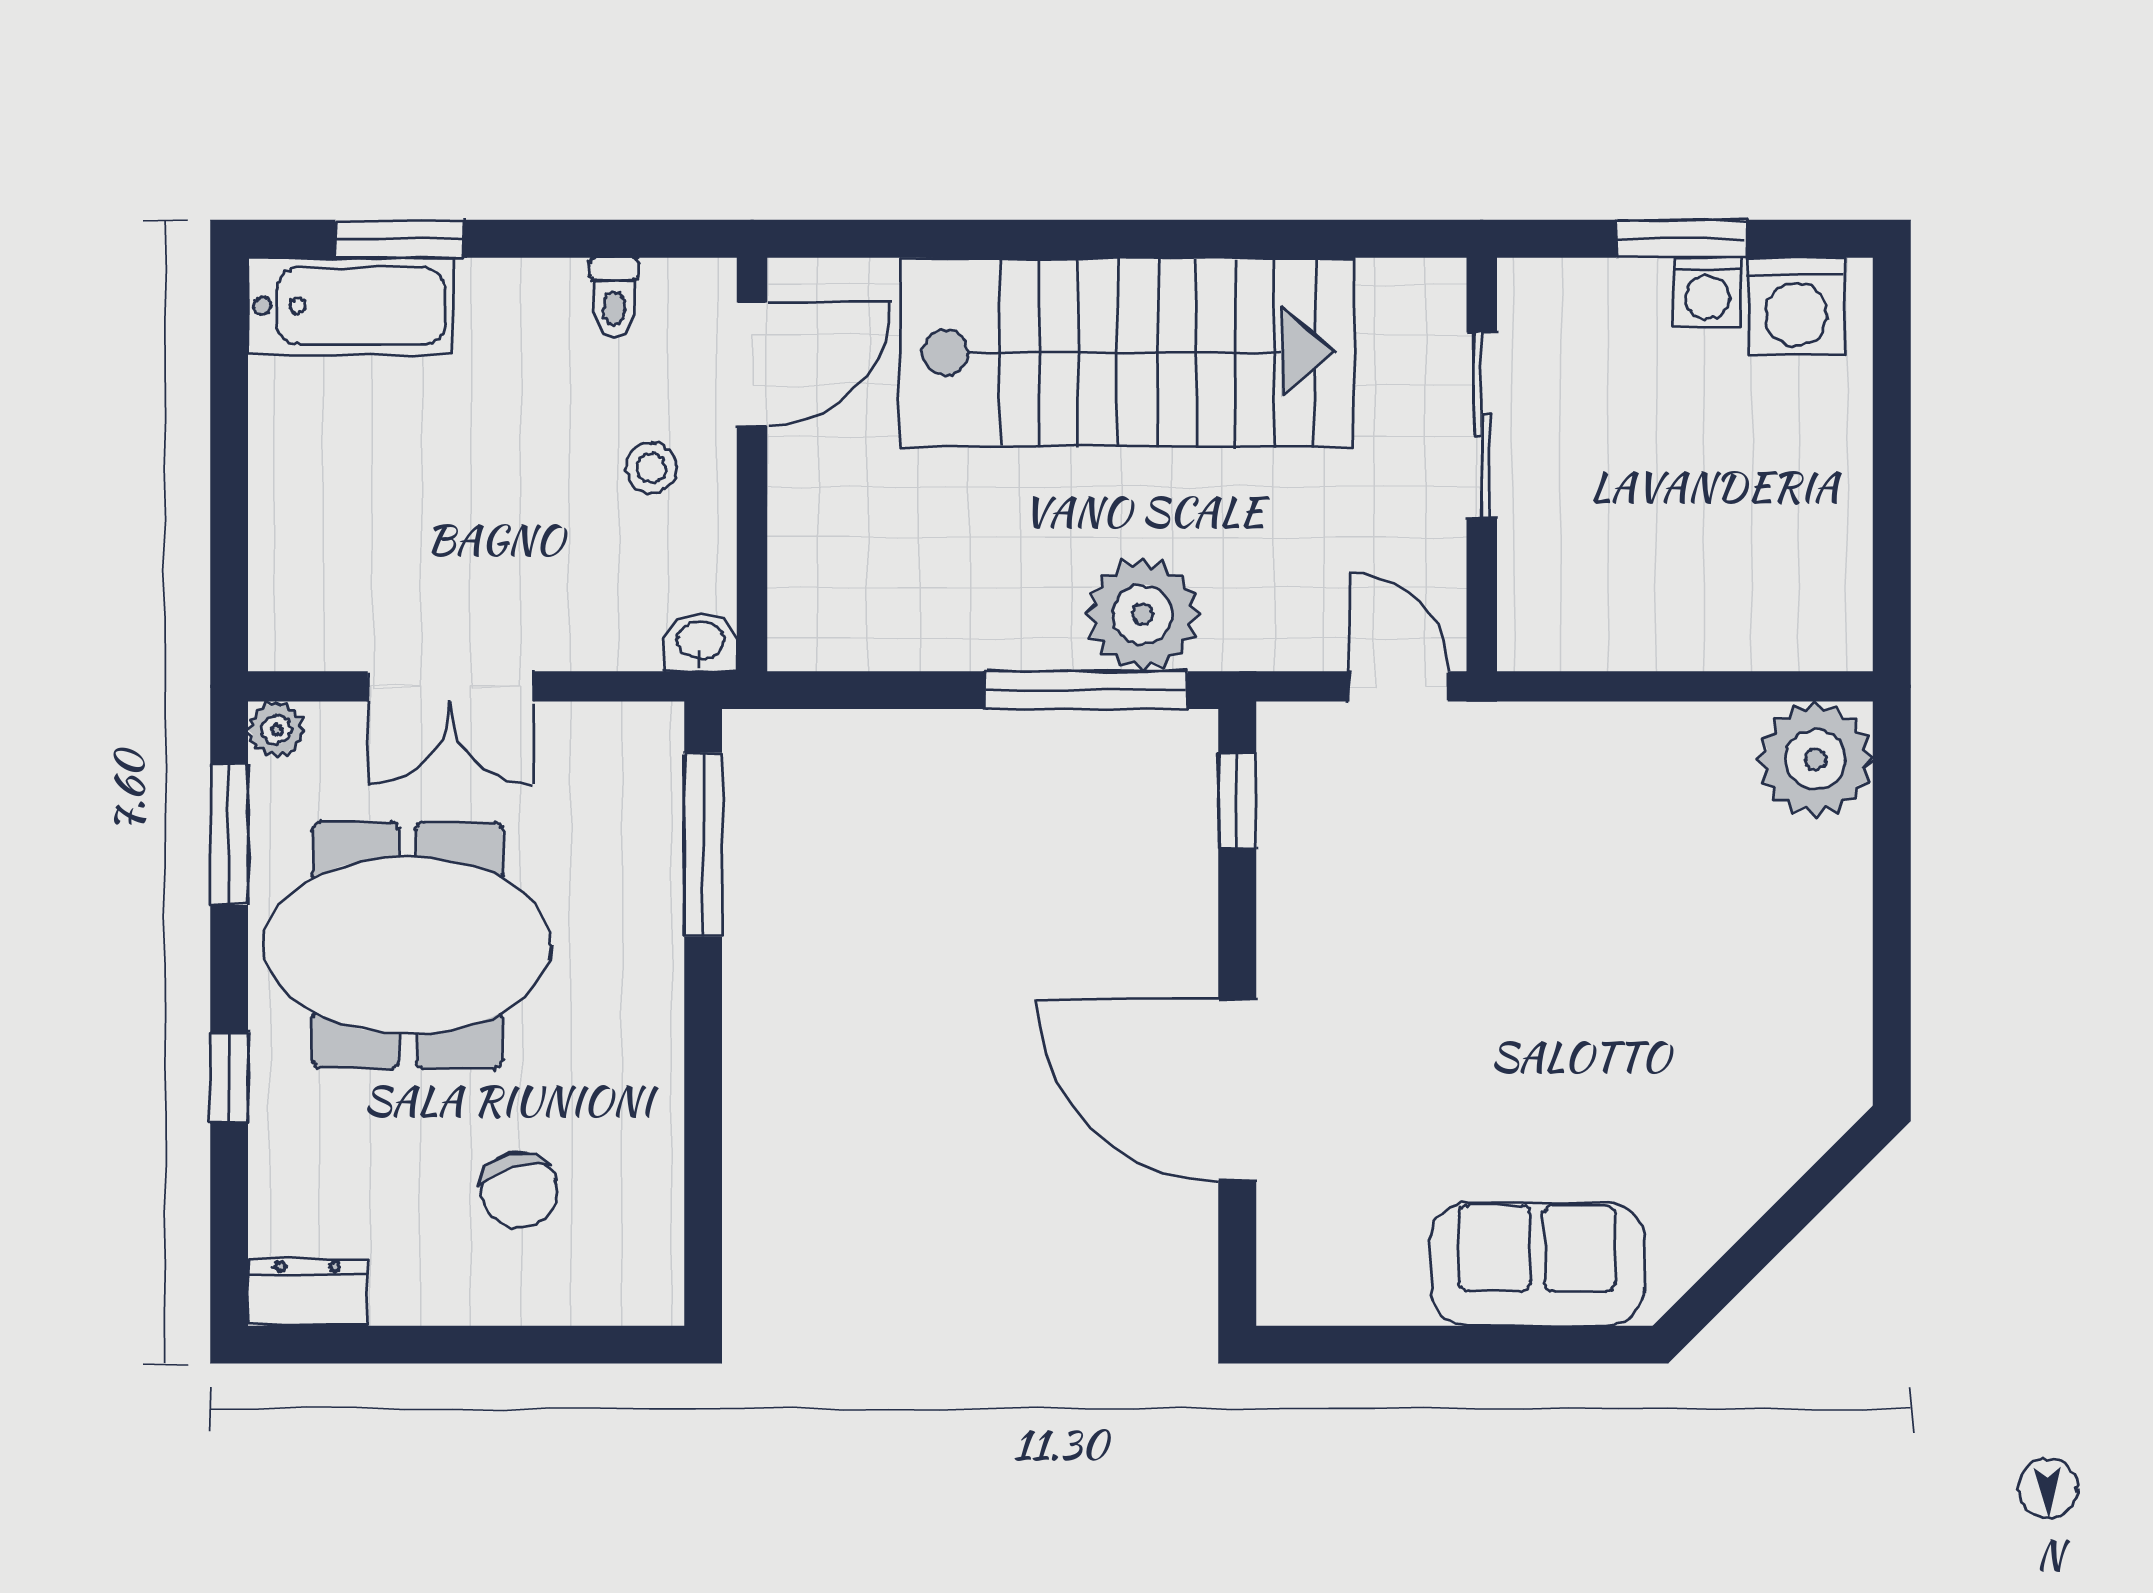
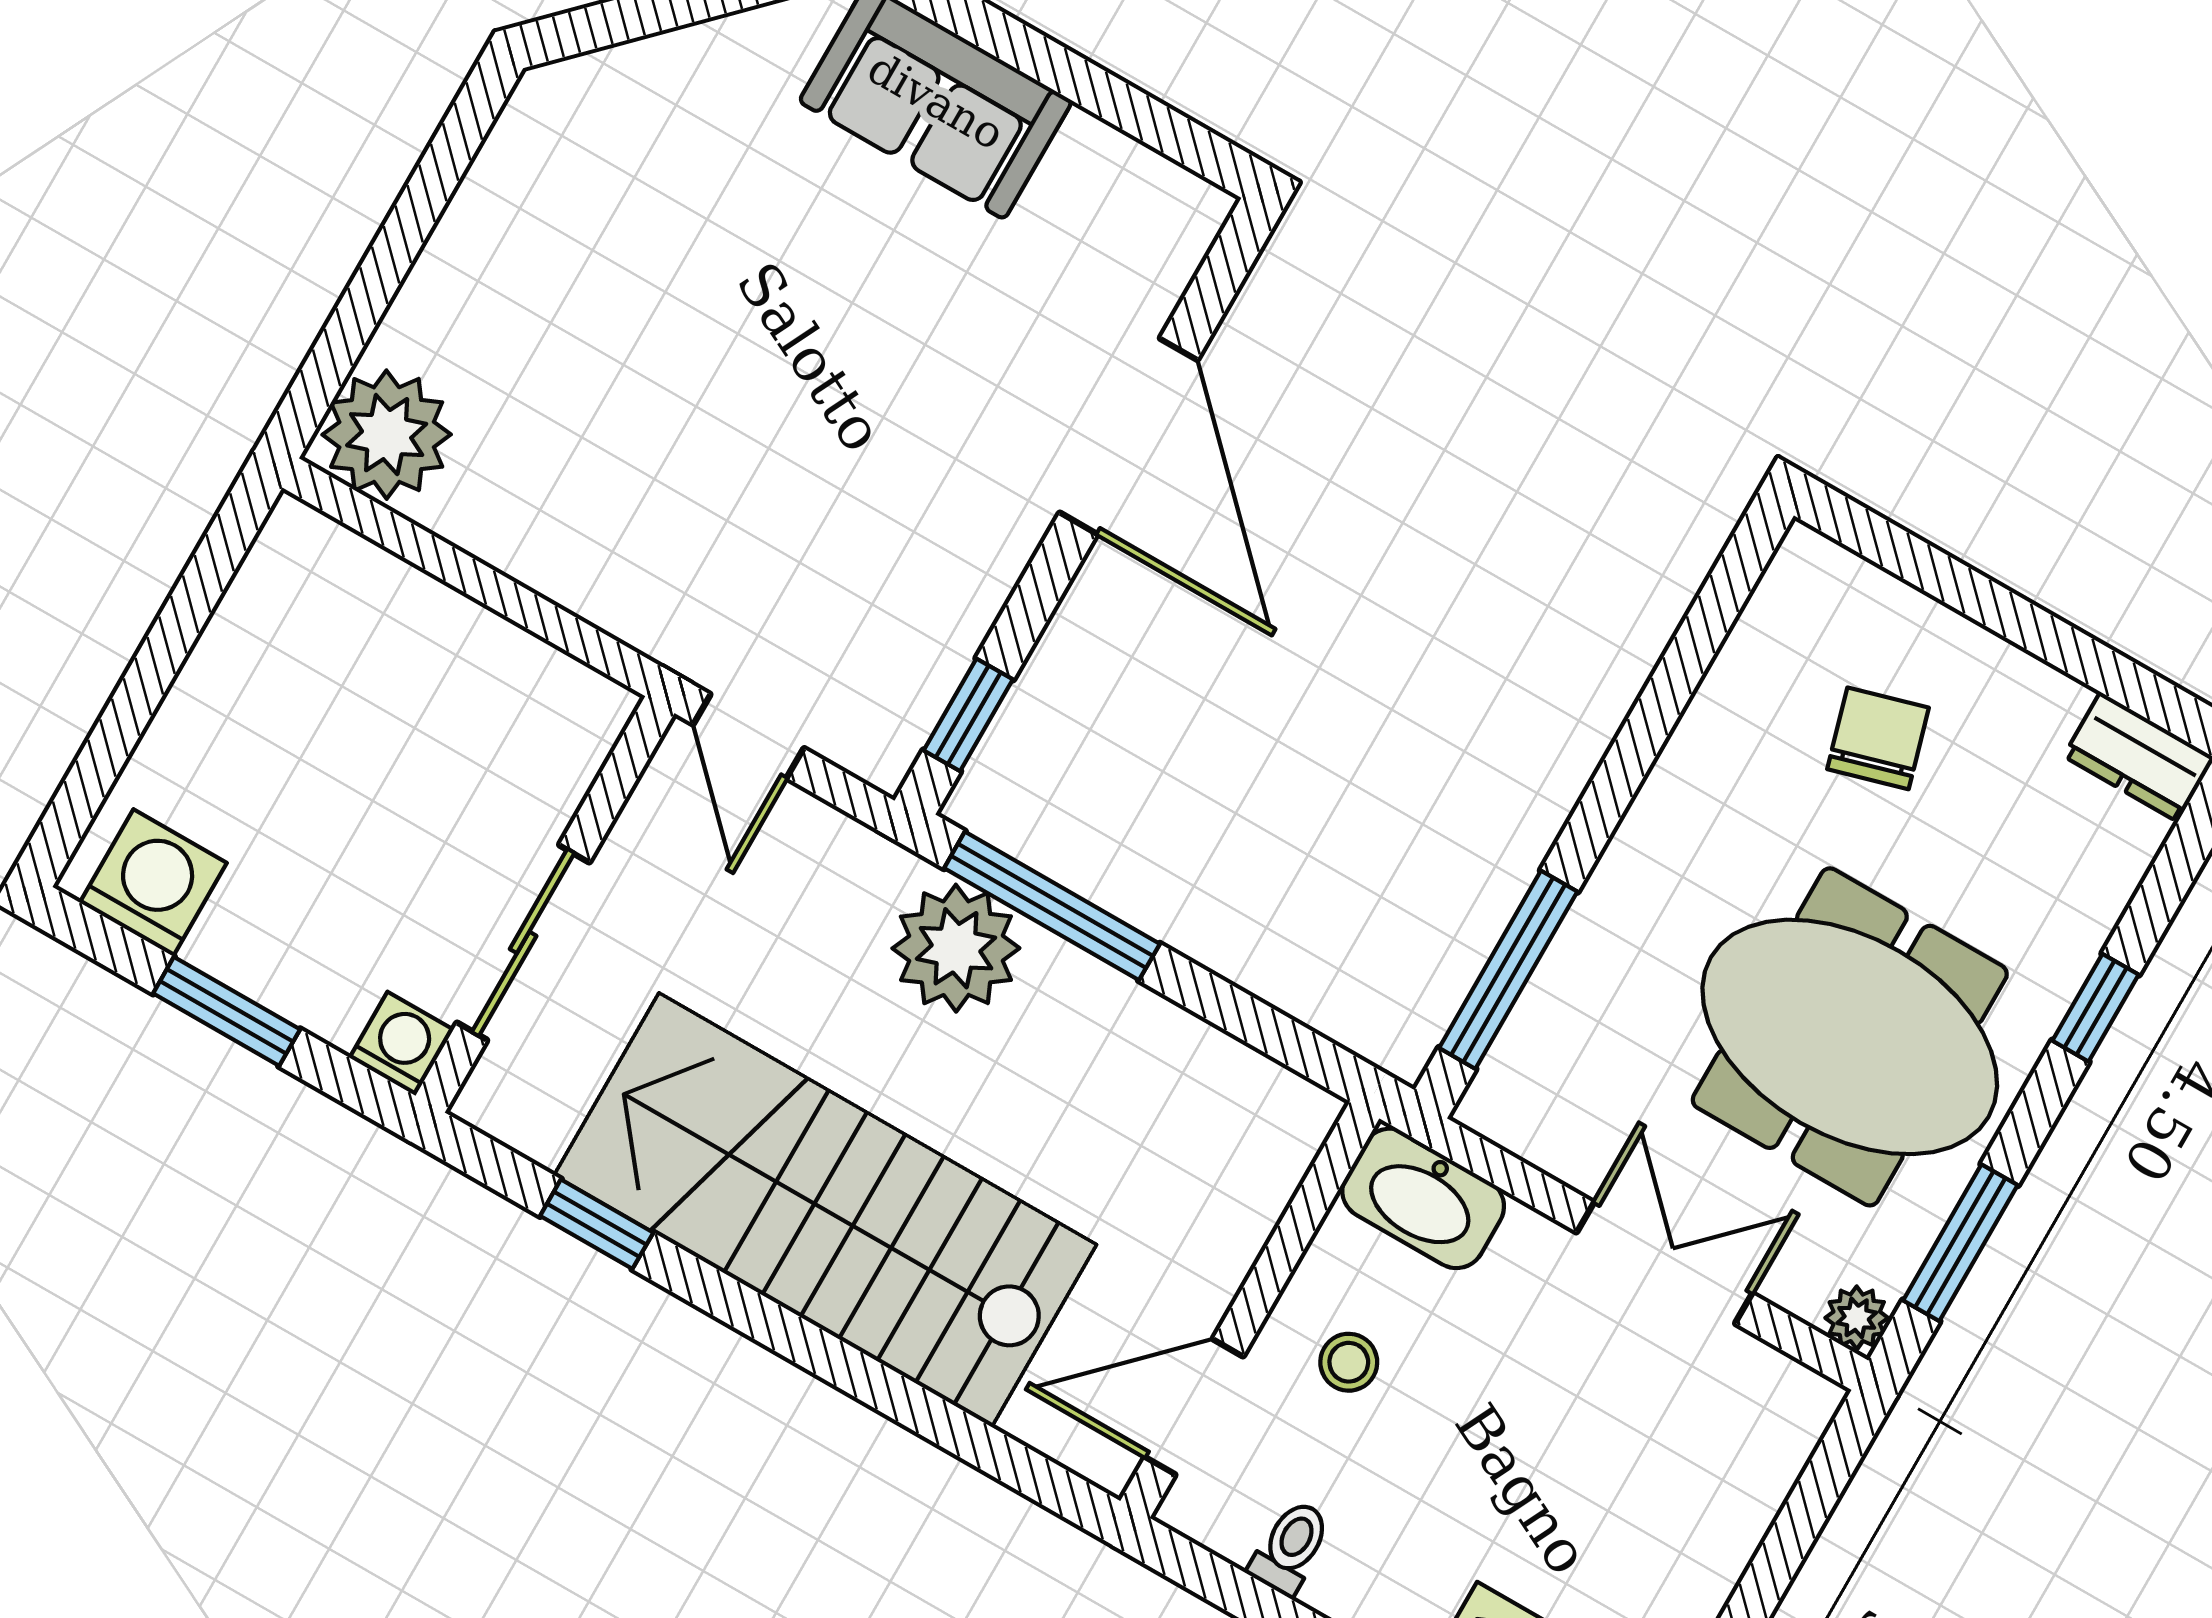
window: (1299, 239) -> (597, 1224), added
washing machine: (1707, 292) -> (402, 1044), moved
washbasin: (700, 642) -> (1423, 1198), width x1.91, depth x1.45

